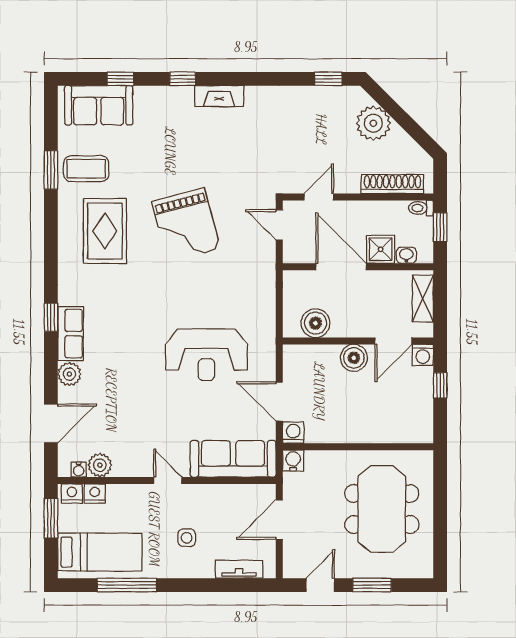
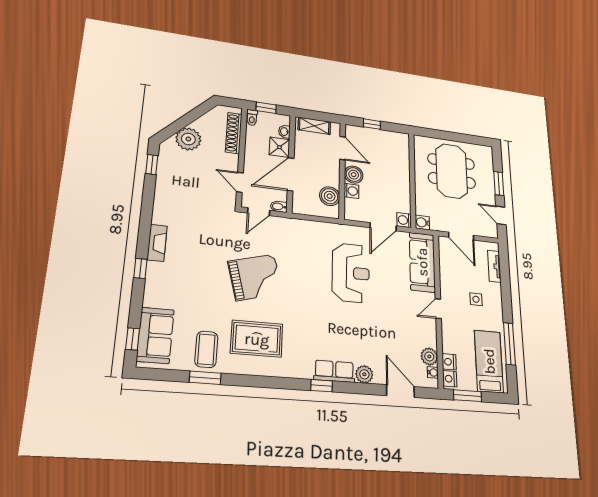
window: (121, 79) -> (133, 339), moved
bidet: (290, 252) -> (279, 207), added
washing machine: (423, 355) -> (352, 191), moved
meeting table: (382, 509) -> (452, 171), turned 90

